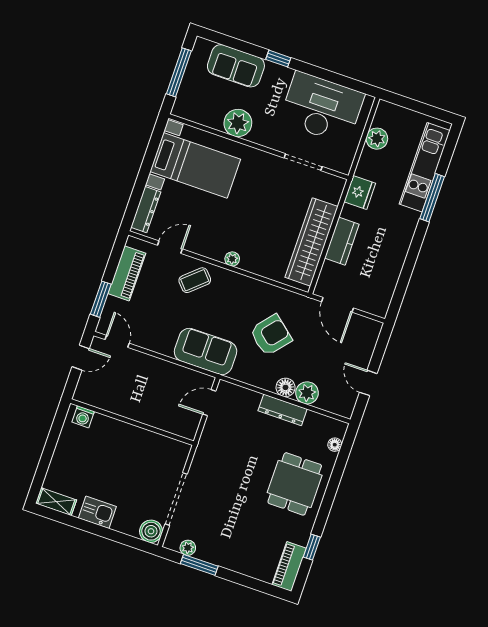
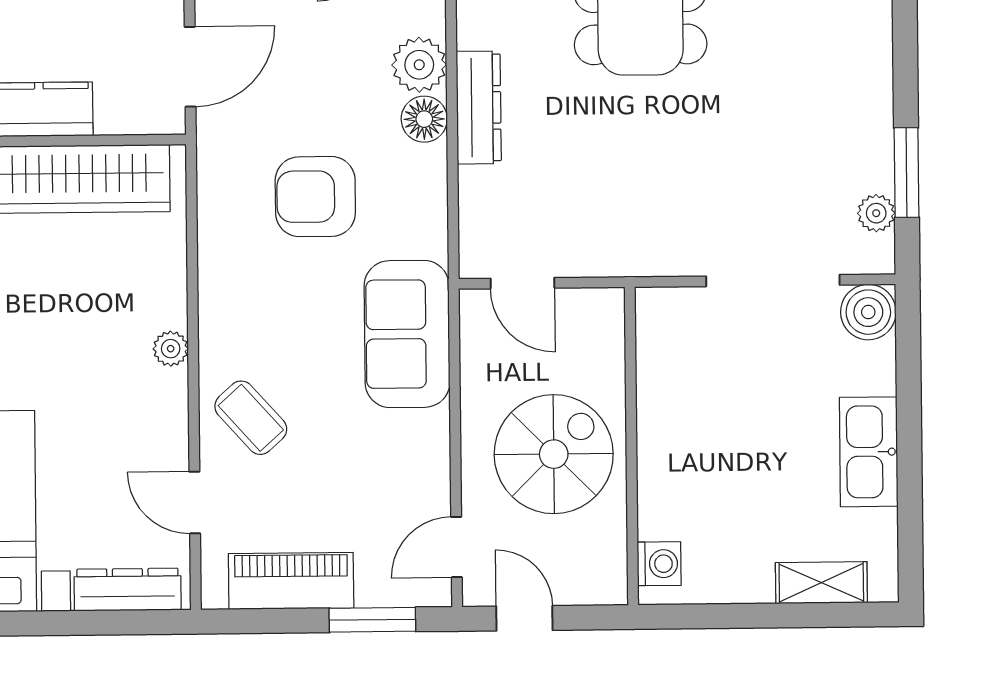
armchair: (271, 335) -> (315, 197), turned -40
spiral stairs: (139, 391) -> (554, 454), added
shelving: (56, 502) -> (821, 583), moved, turned 90
kitchen sink: (97, 512) -> (869, 452), width x1.38

